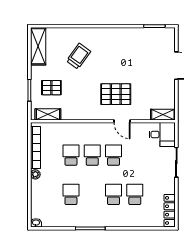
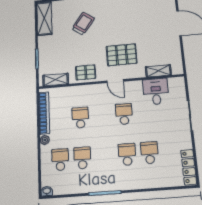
pallet: (51, 88) -> (86, 72), moved
shelving: (163, 115) -> (158, 71), moved
door: (122, 121) -> (115, 81), moved
desk: (162, 135) -> (156, 92), moved, turned -90
school desk: (92, 155) -> (60, 160), moved

